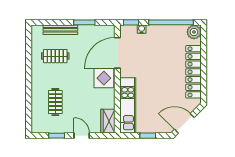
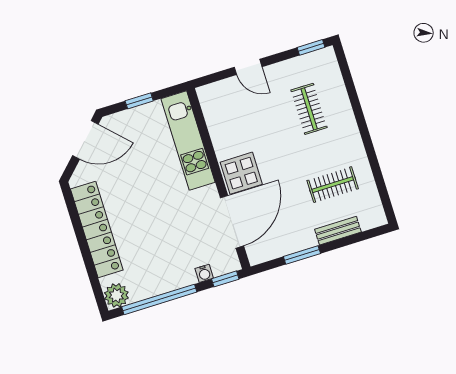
bench: (60, 30) -> (338, 231), width x0.73
wardrobe: (108, 121) -> (212, 104), removed
window: (57, 136) -> (311, 47), moved

